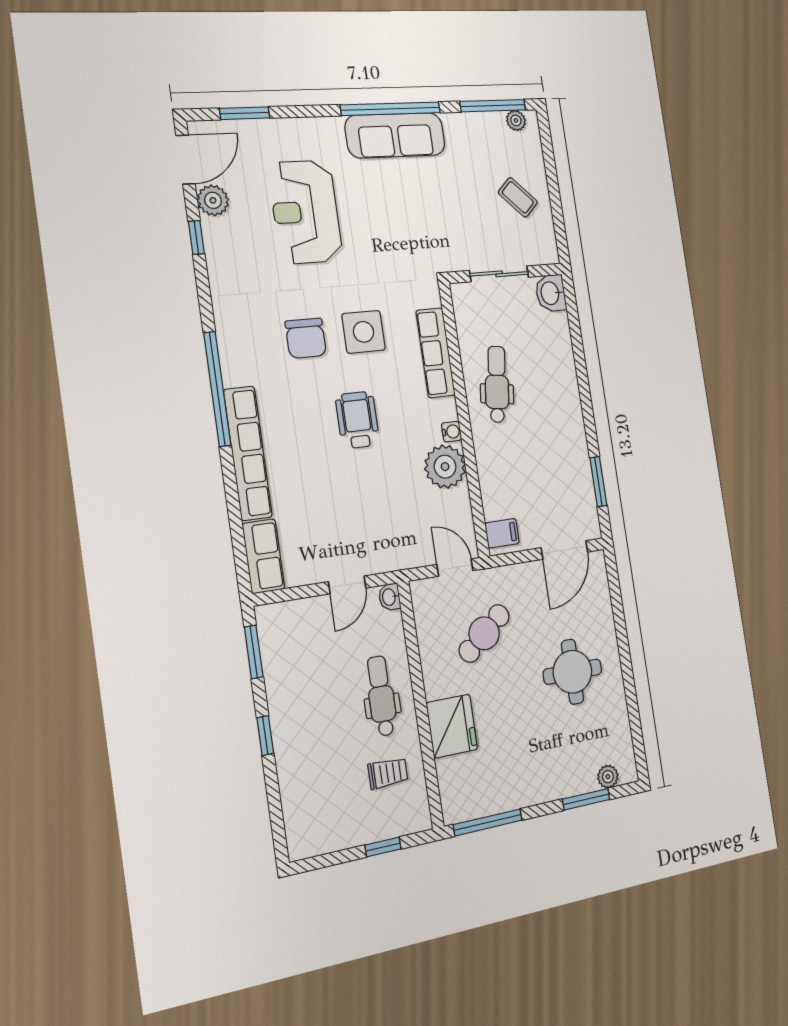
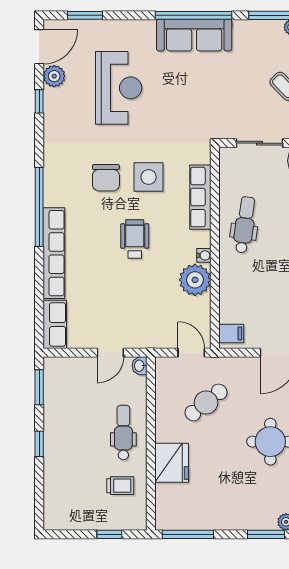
reception desk: (306, 212) -> (119, 88), turned 180

